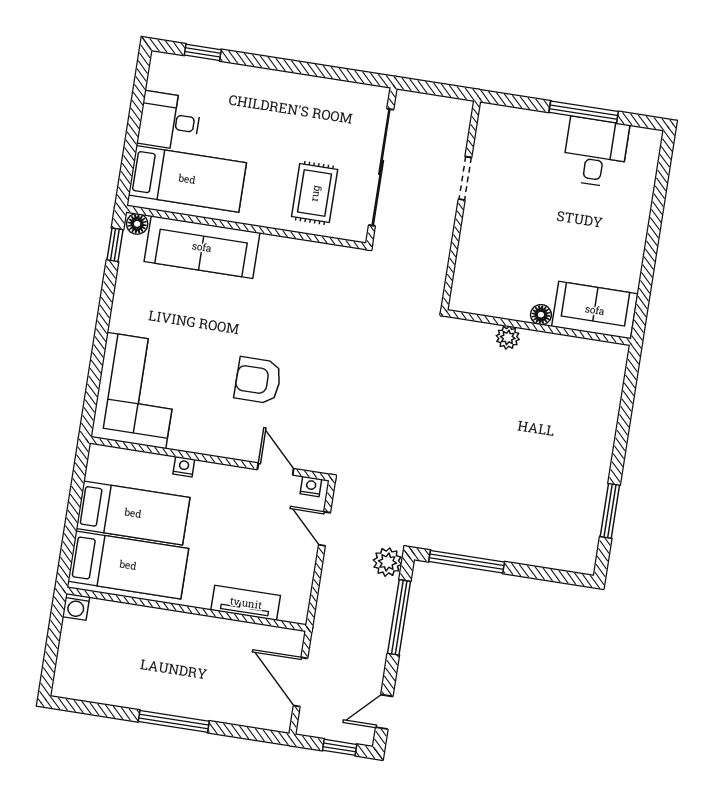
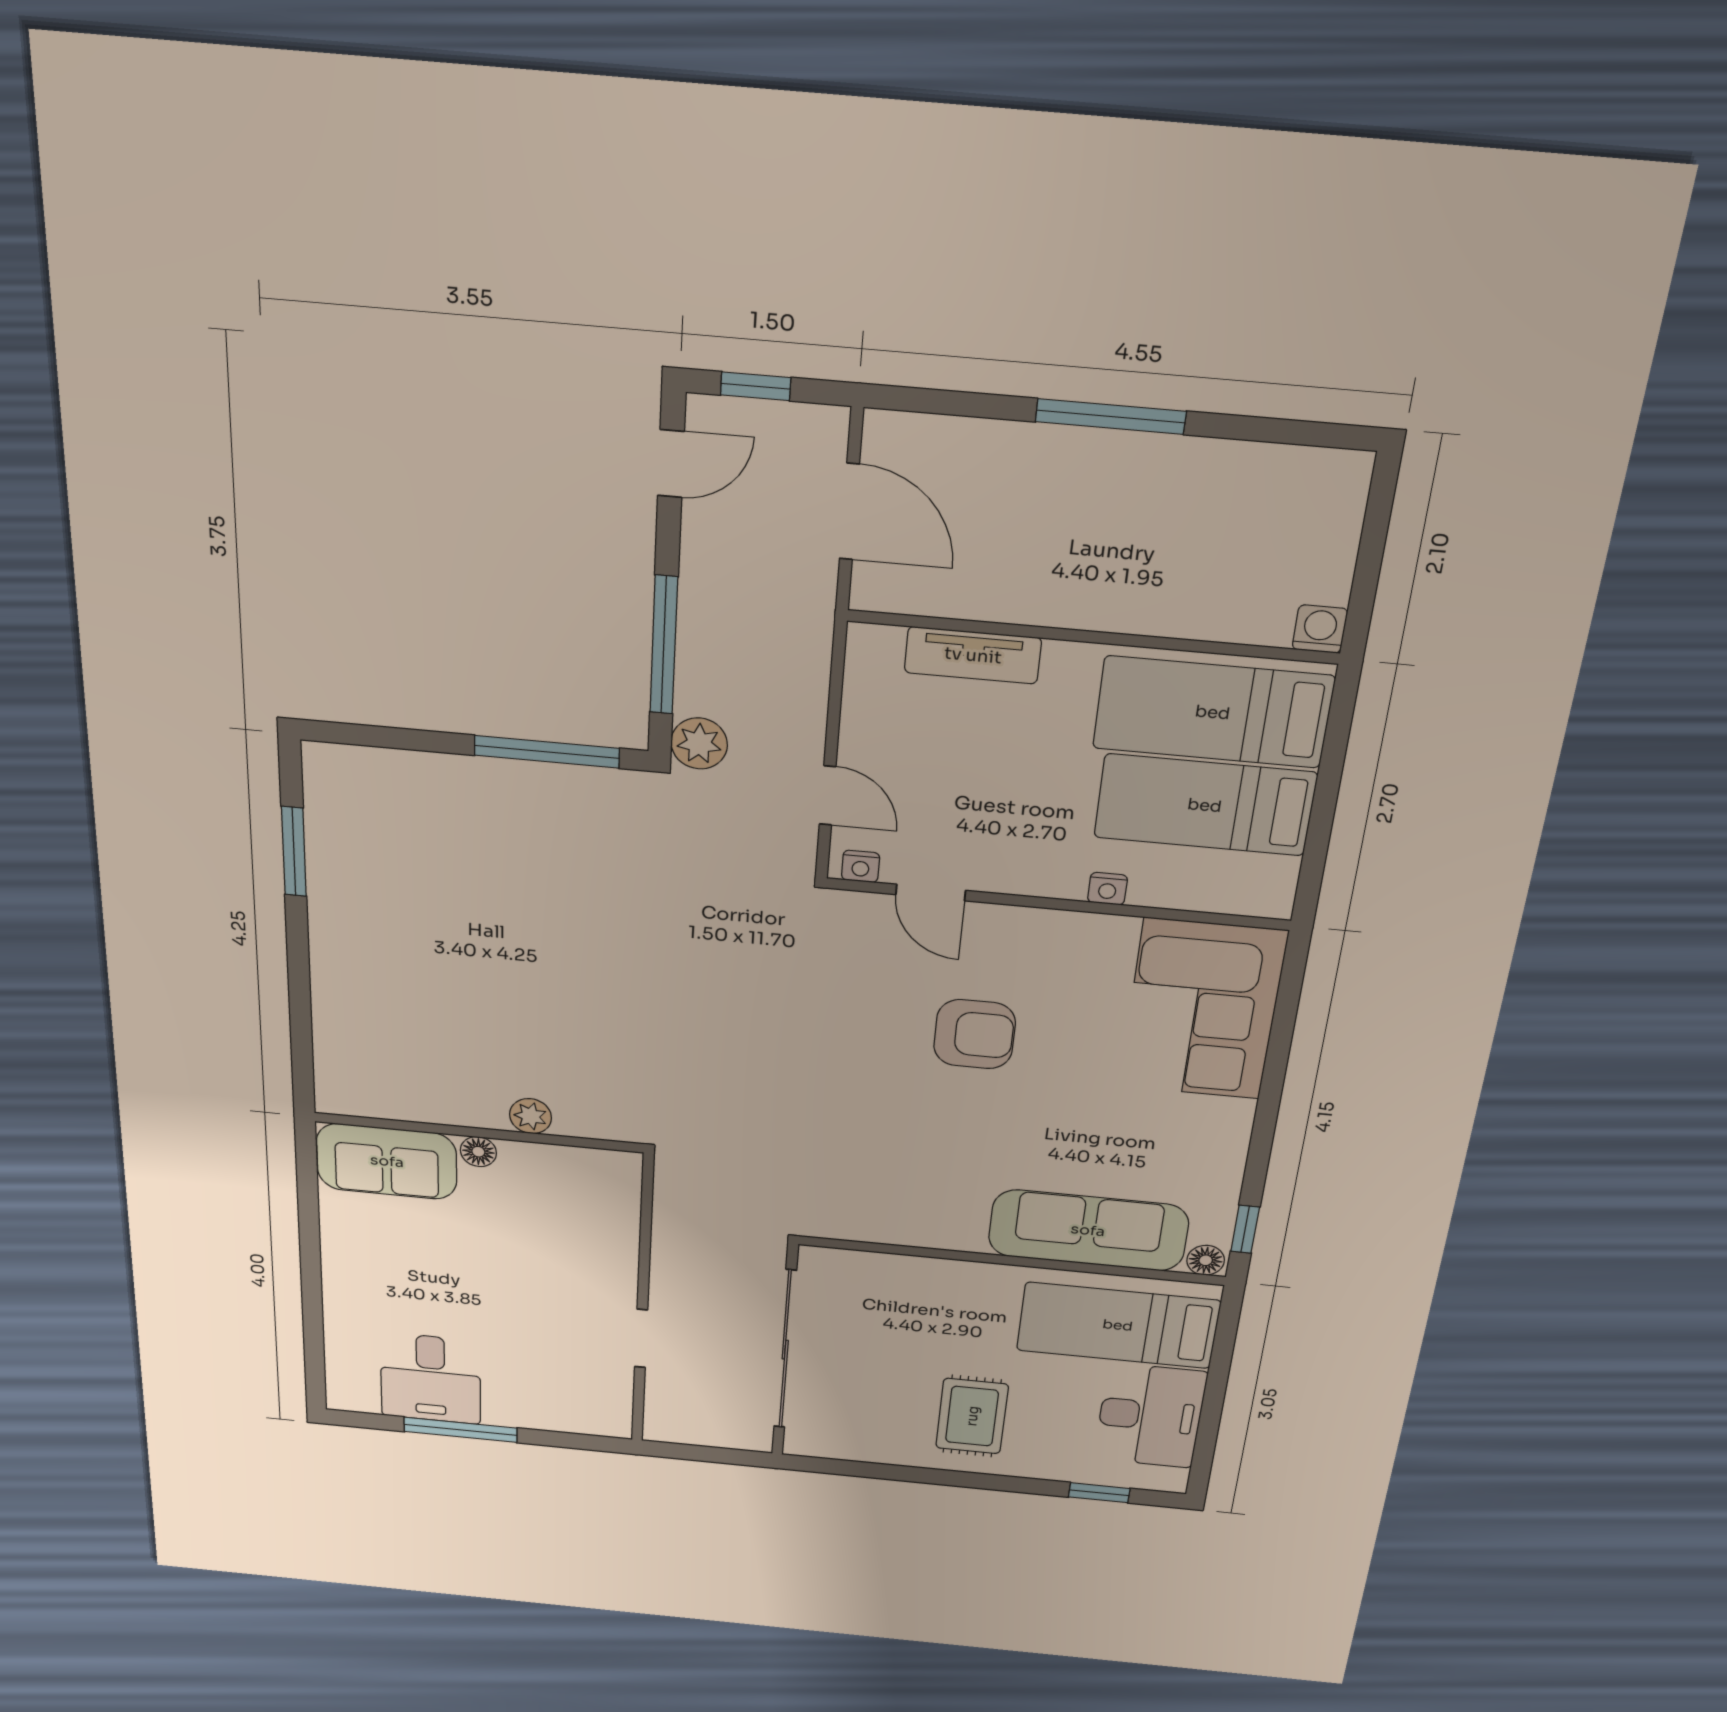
desk: (169, 121) -> (1150, 1416), width x1.37
rug: (315, 193) -> (972, 1416), moved

